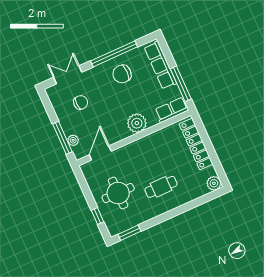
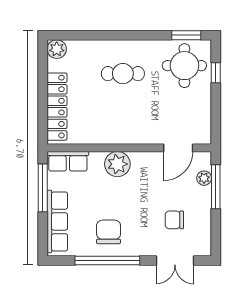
chair: (122, 74) -> (109, 232), turned -90
round table: (118, 193) -> (184, 66), moved

